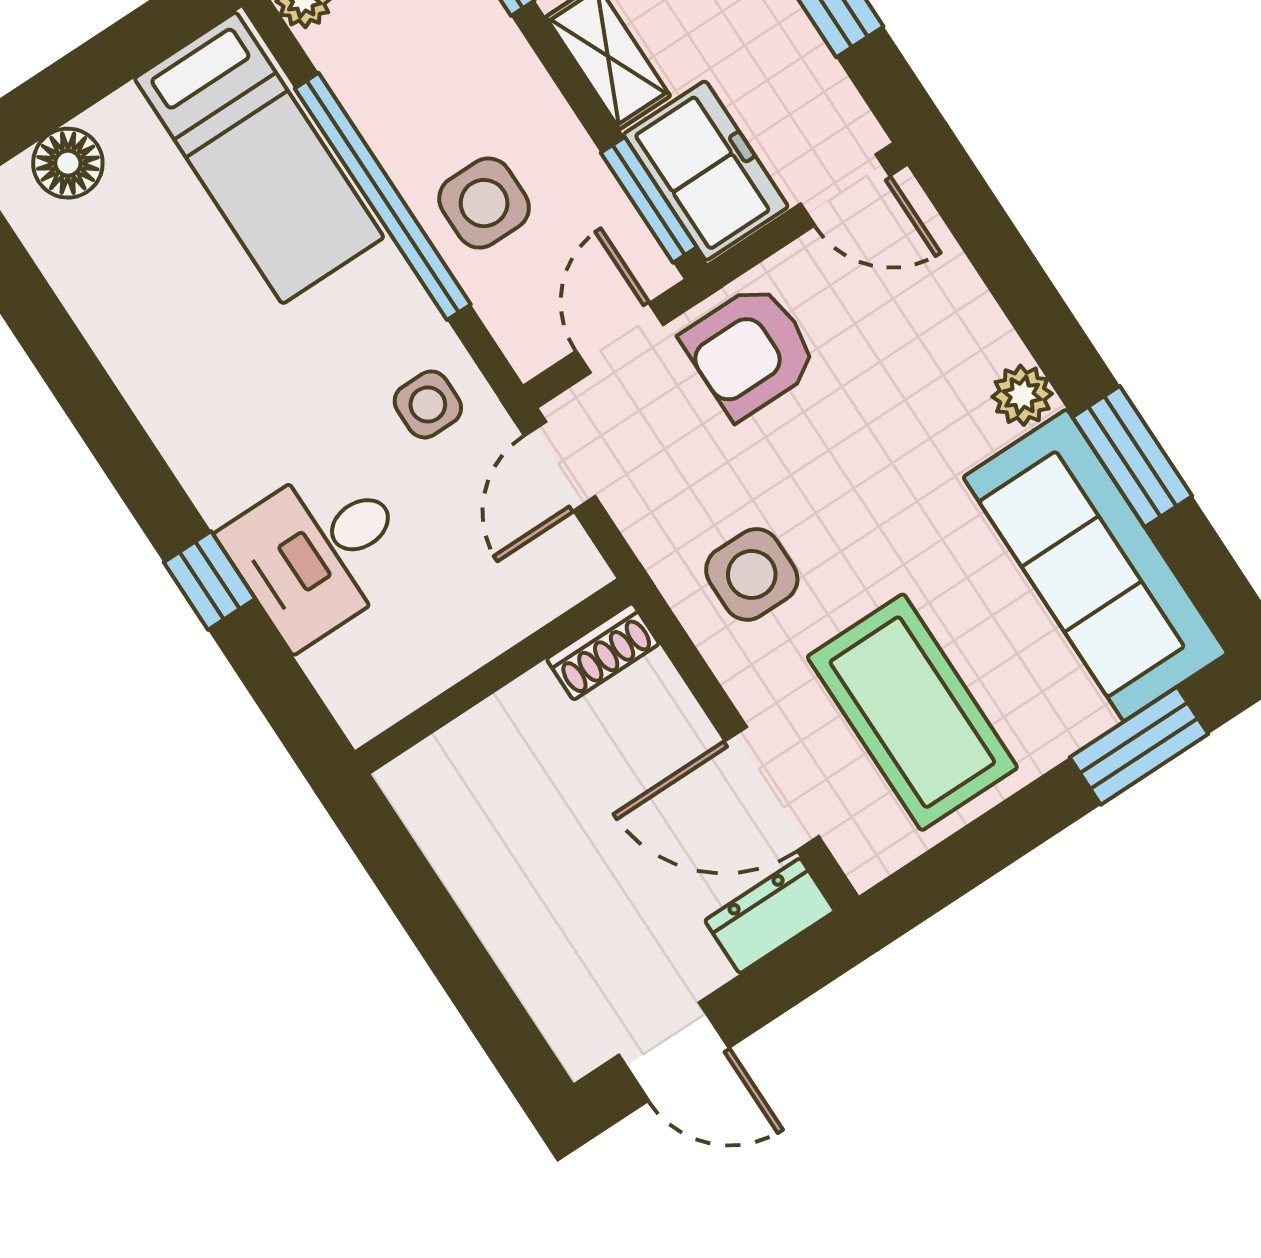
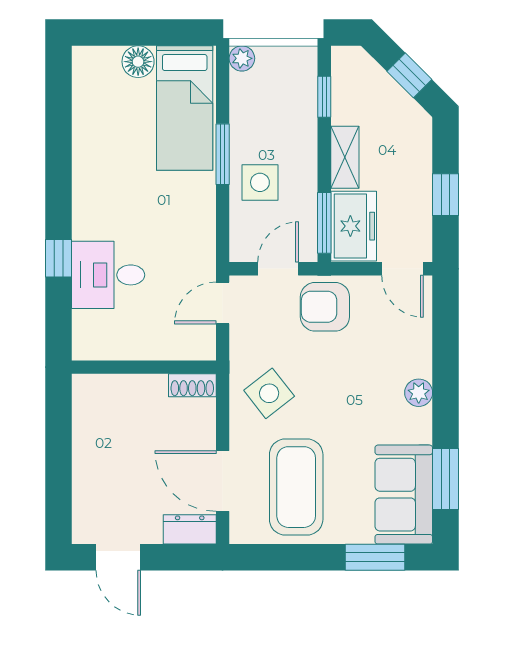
floor lamp: (68, 163) -> (138, 62), moved
window: (383, 196) -> (223, 154), width x0.47
side table: (428, 404) -> (187, 246), removed
window: (1132, 457) -> (446, 479), moved
sofa: (1095, 565) -> (404, 495), width x0.73
side table: (752, 574) -> (269, 393), turned -38

